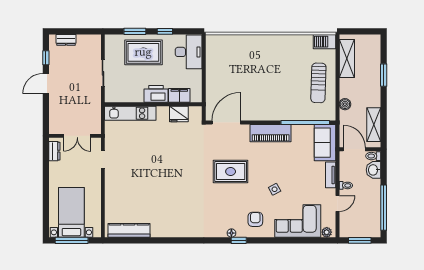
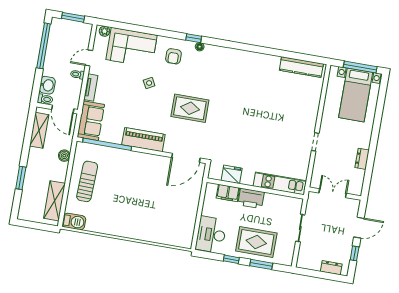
wall: (75, 136) -> (335, 194), moved
double door: (77, 136) -> (333, 193), moved

